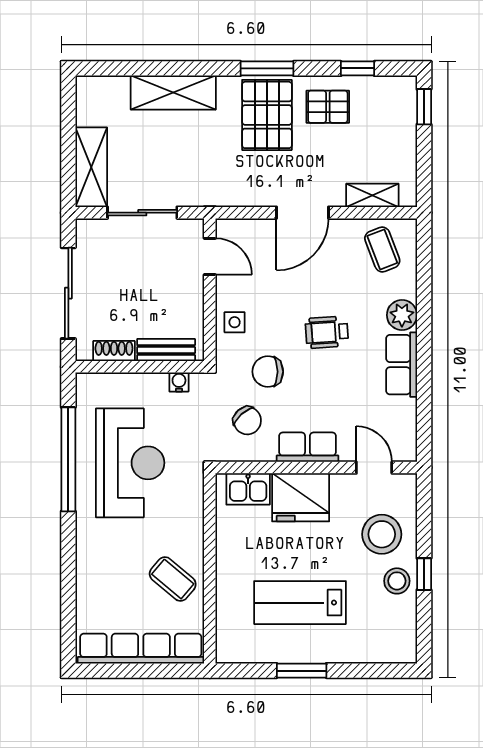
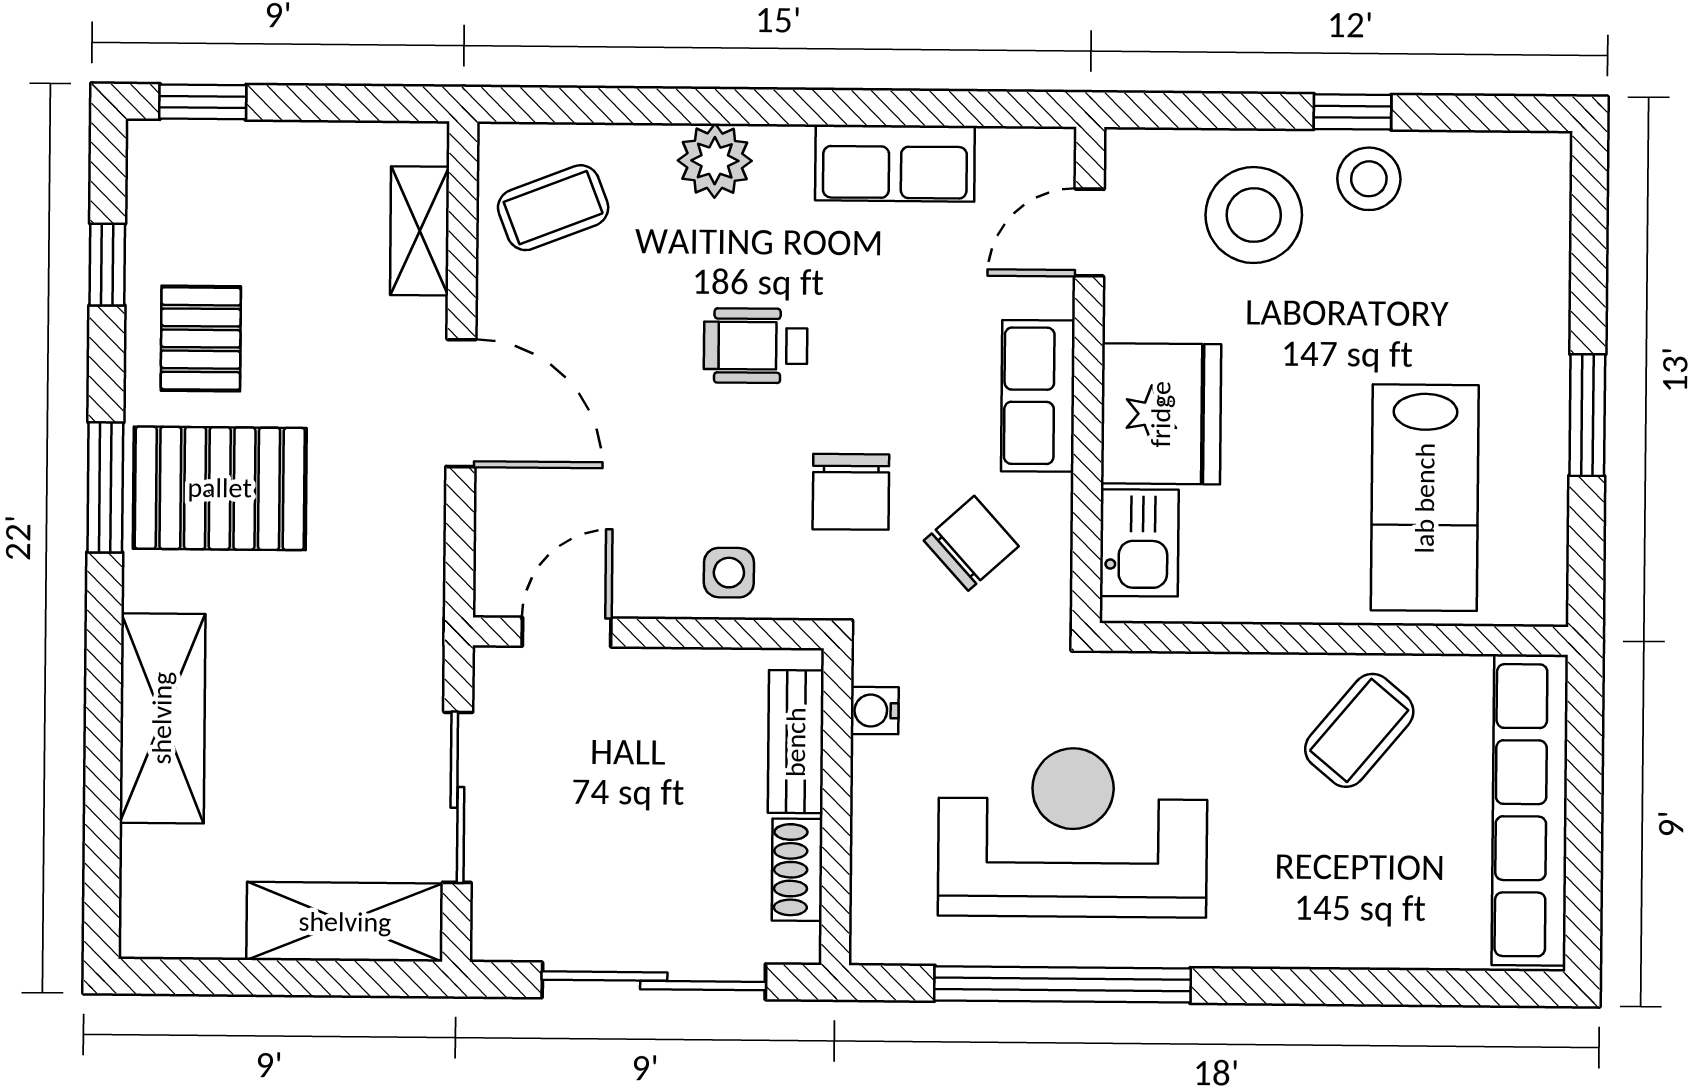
wheelchair: (327, 332) -> (756, 346), turned 94
row of seats: (402, 365) -> (895, 163), moved
lab bench: (300, 603) -> (1425, 498), moved

